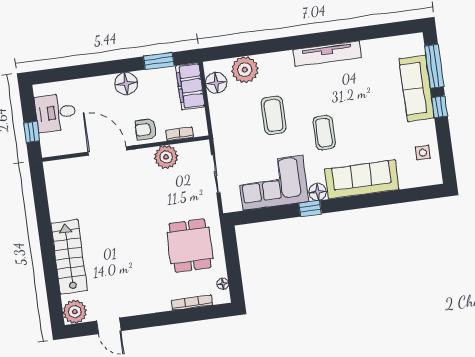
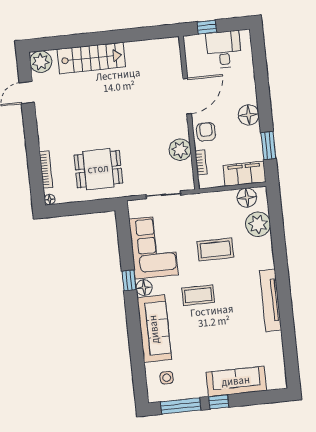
window: (434, 66) -> (181, 406), moved
side table: (423, 153) -> (167, 378), moved
floor lamp: (223, 284) -> (50, 200), moved

